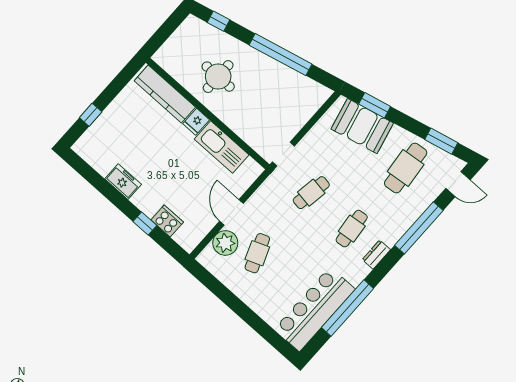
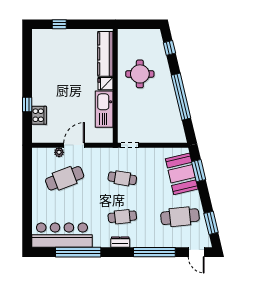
freezer: (123, 182) -> (39, 73), removed
plant: (225, 243) -> (59, 152), width x0.53, depth x0.53
cafe table: (257, 253) -> (65, 178), width x1.37, depth x1.35

